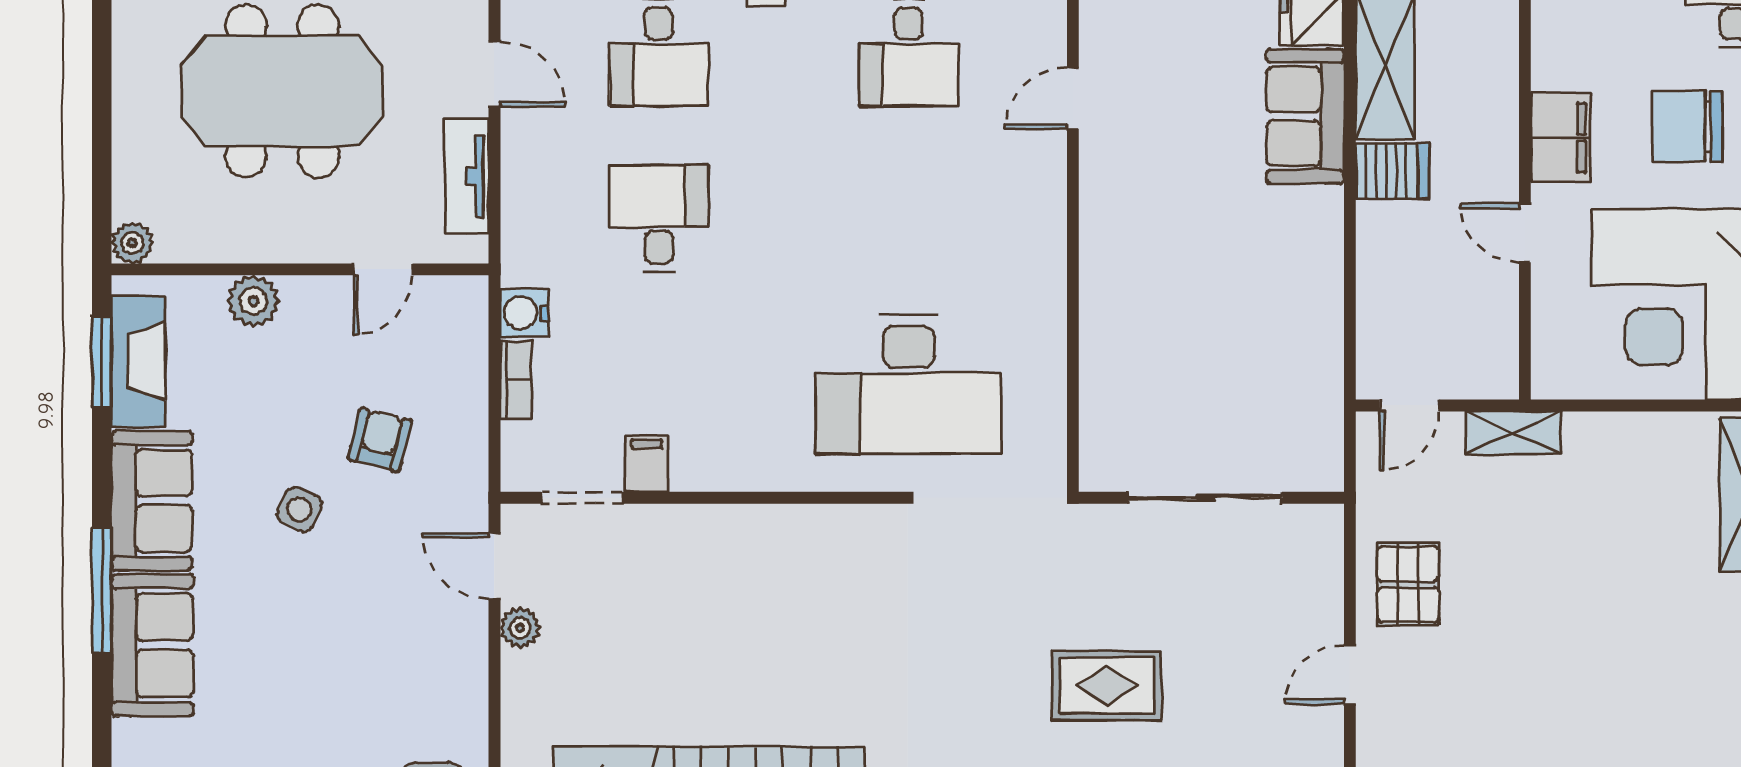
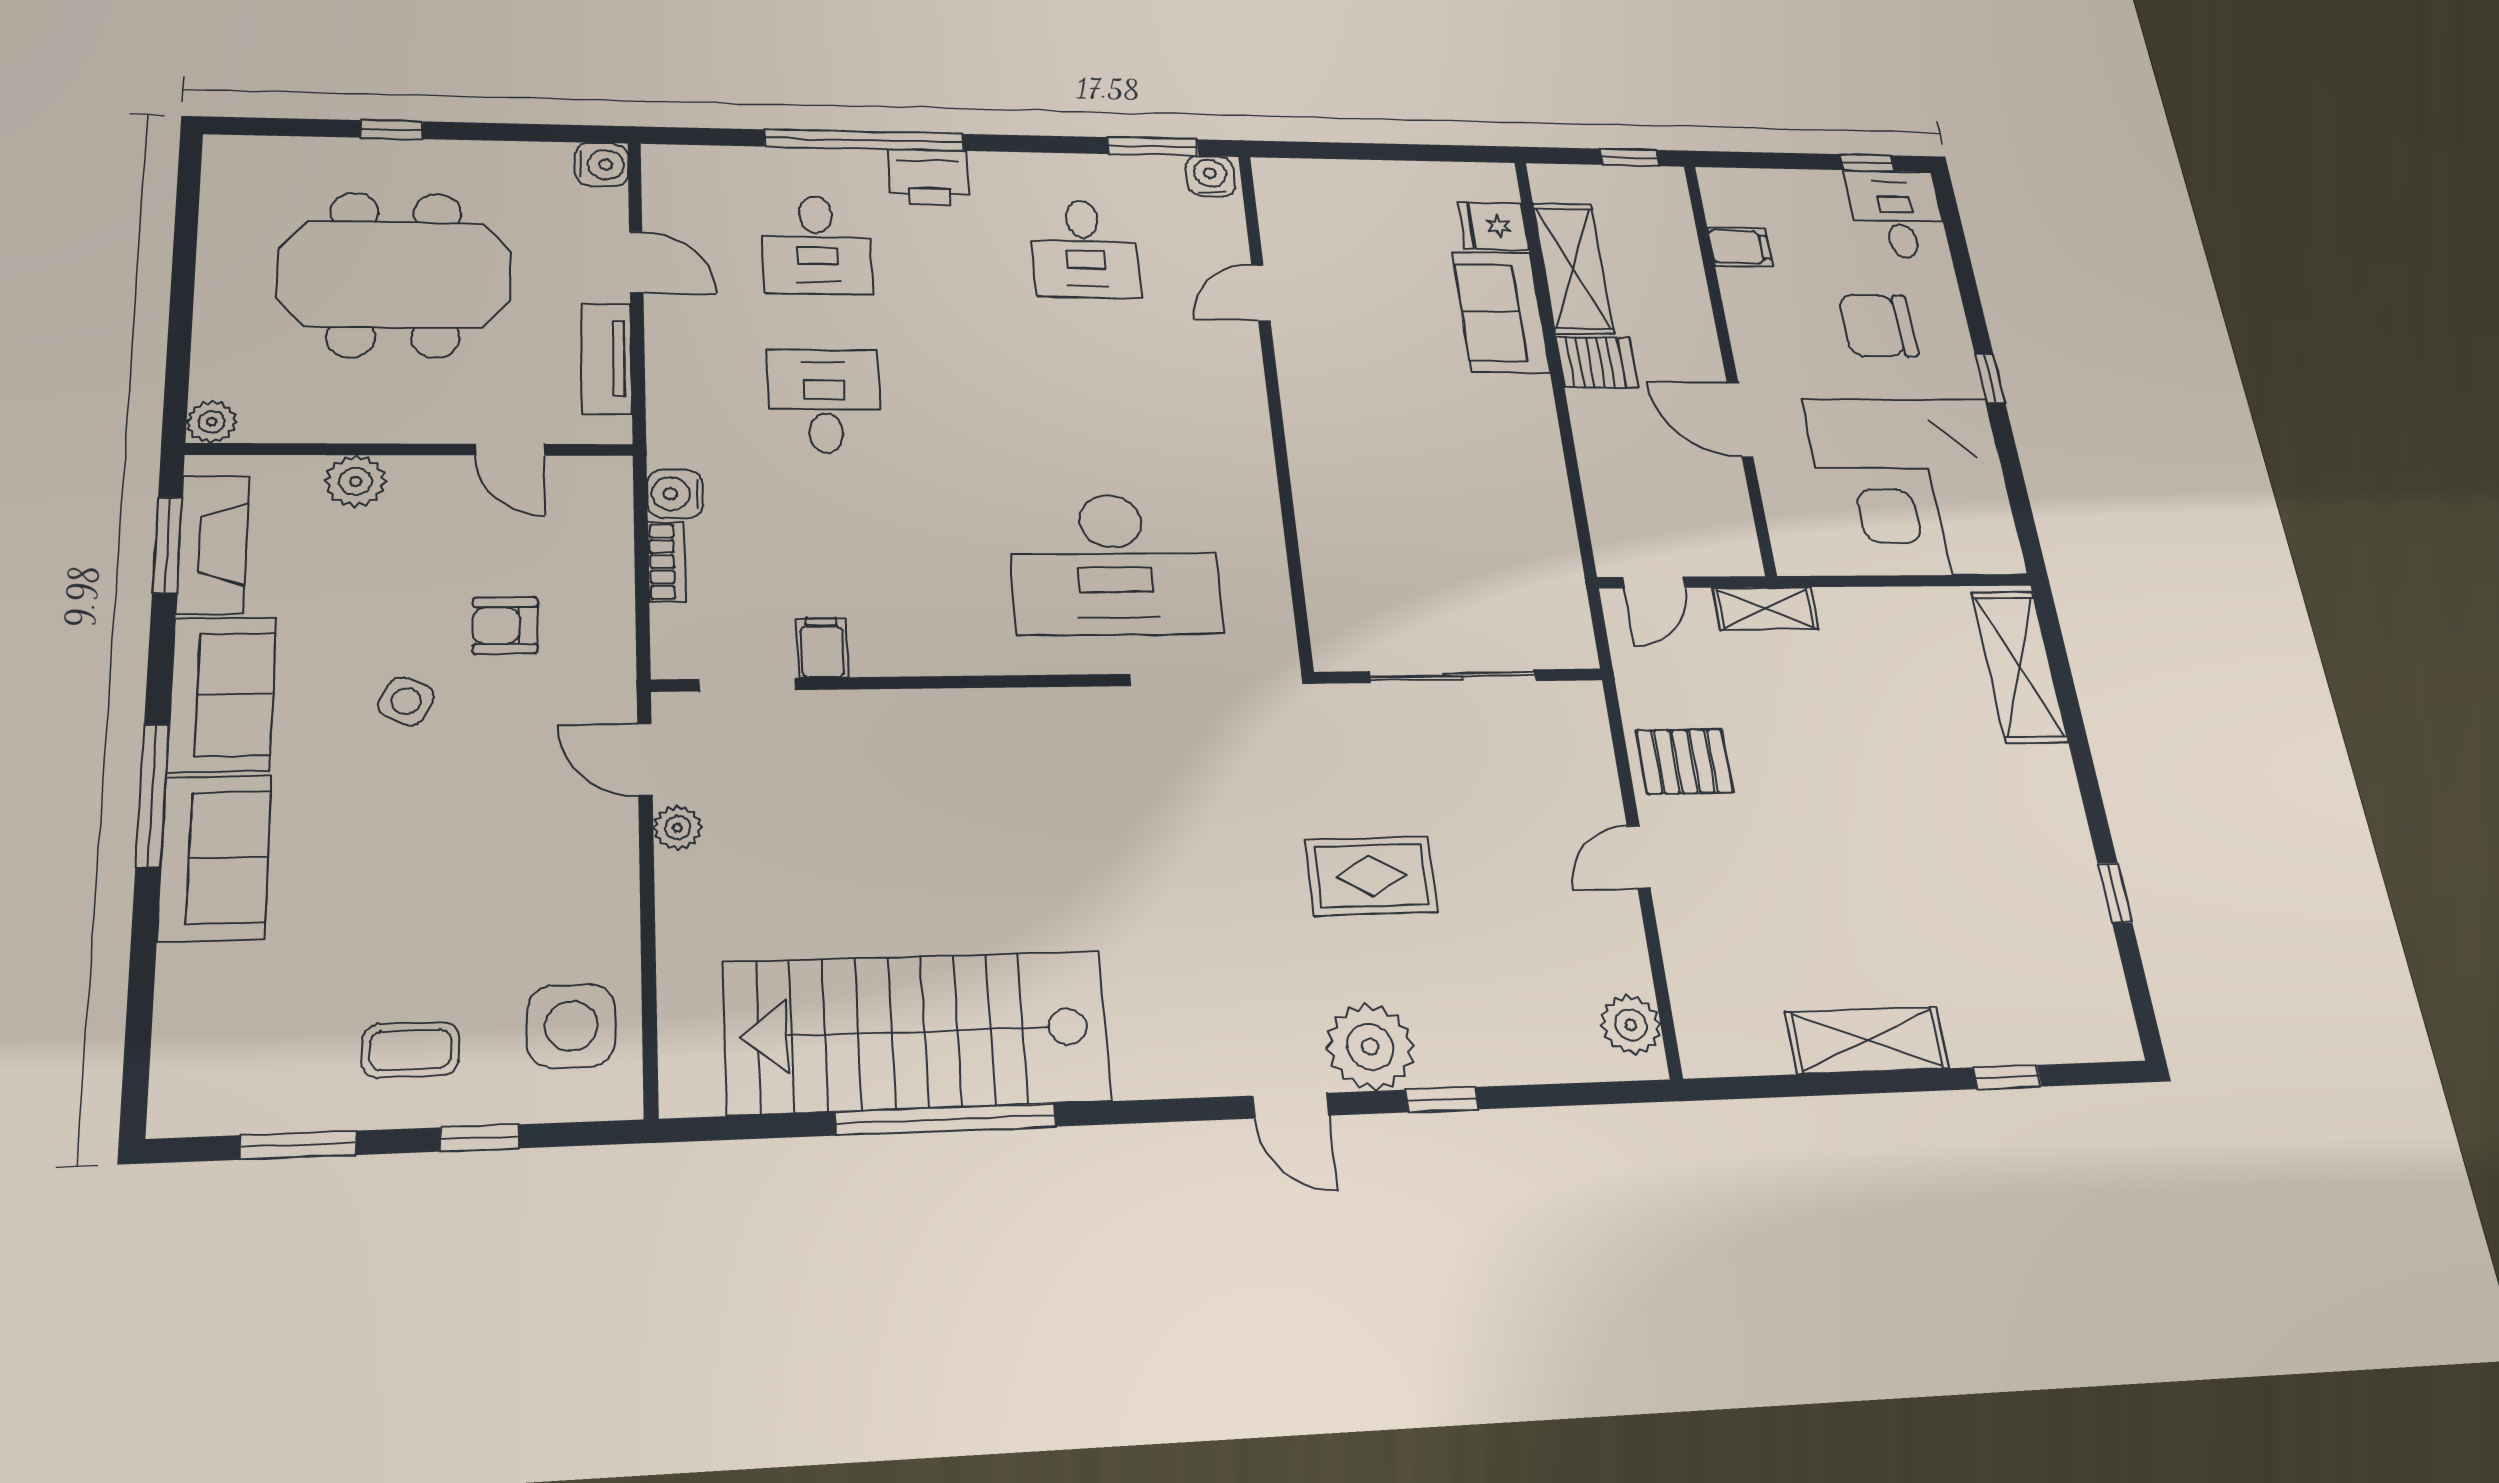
filing cabinet: (1561, 138) -> (1740, 247), moved, width x0.50
door: (1525, 233) -> (1740, 420), width x1.38
door: (383, 269) -> (510, 450), hinge flipped
armchair: (380, 440) -> (505, 625), turned -104
pallet: (1408, 584) -> (1684, 761), turned 90

